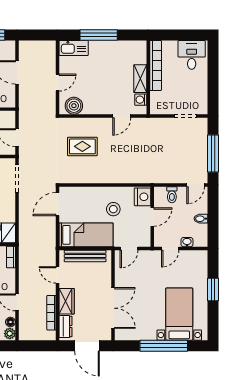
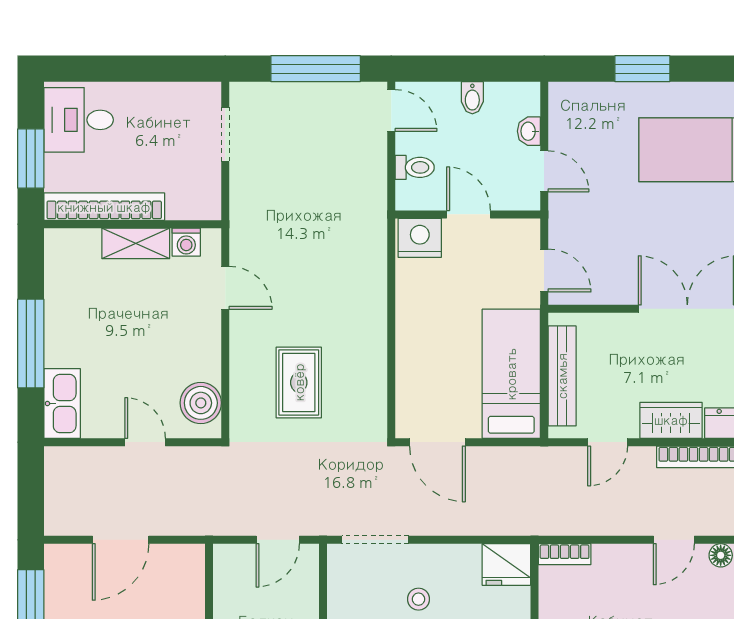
window: (176, 35) -> (31, 159), added
stool: (113, 209) -> (449, 308), removed

